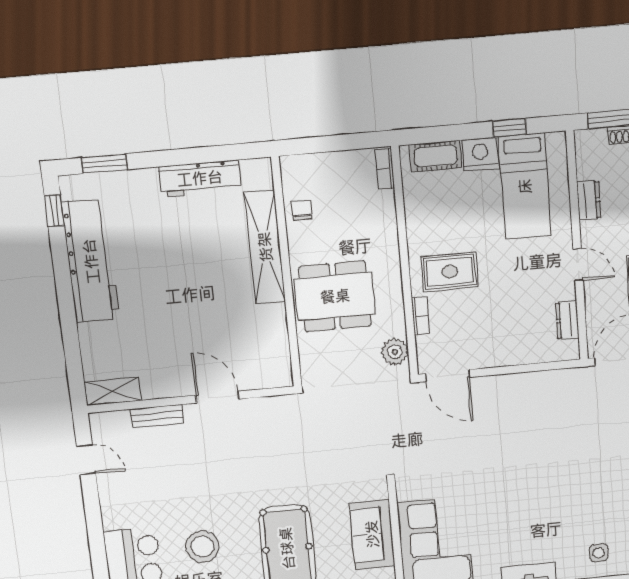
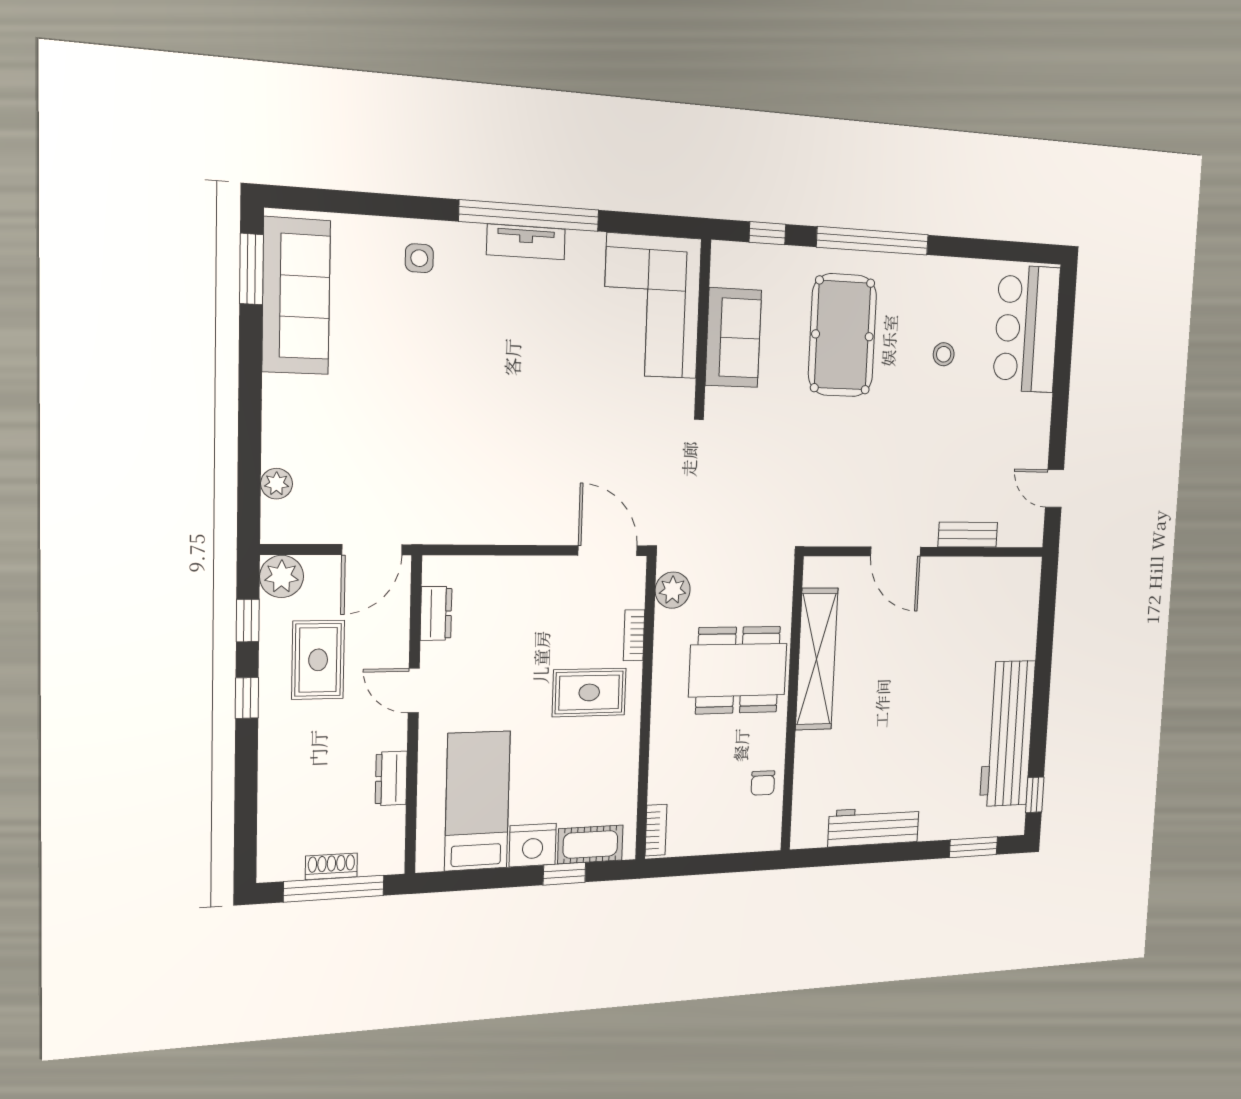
window: (509, 128) -> (564, 874), moved
shelving: (265, 247) -> (817, 659), moved
shelving: (113, 391) -> (1011, 572), removed
stool: (202, 547) -> (944, 354), width x0.53, depth x0.53

